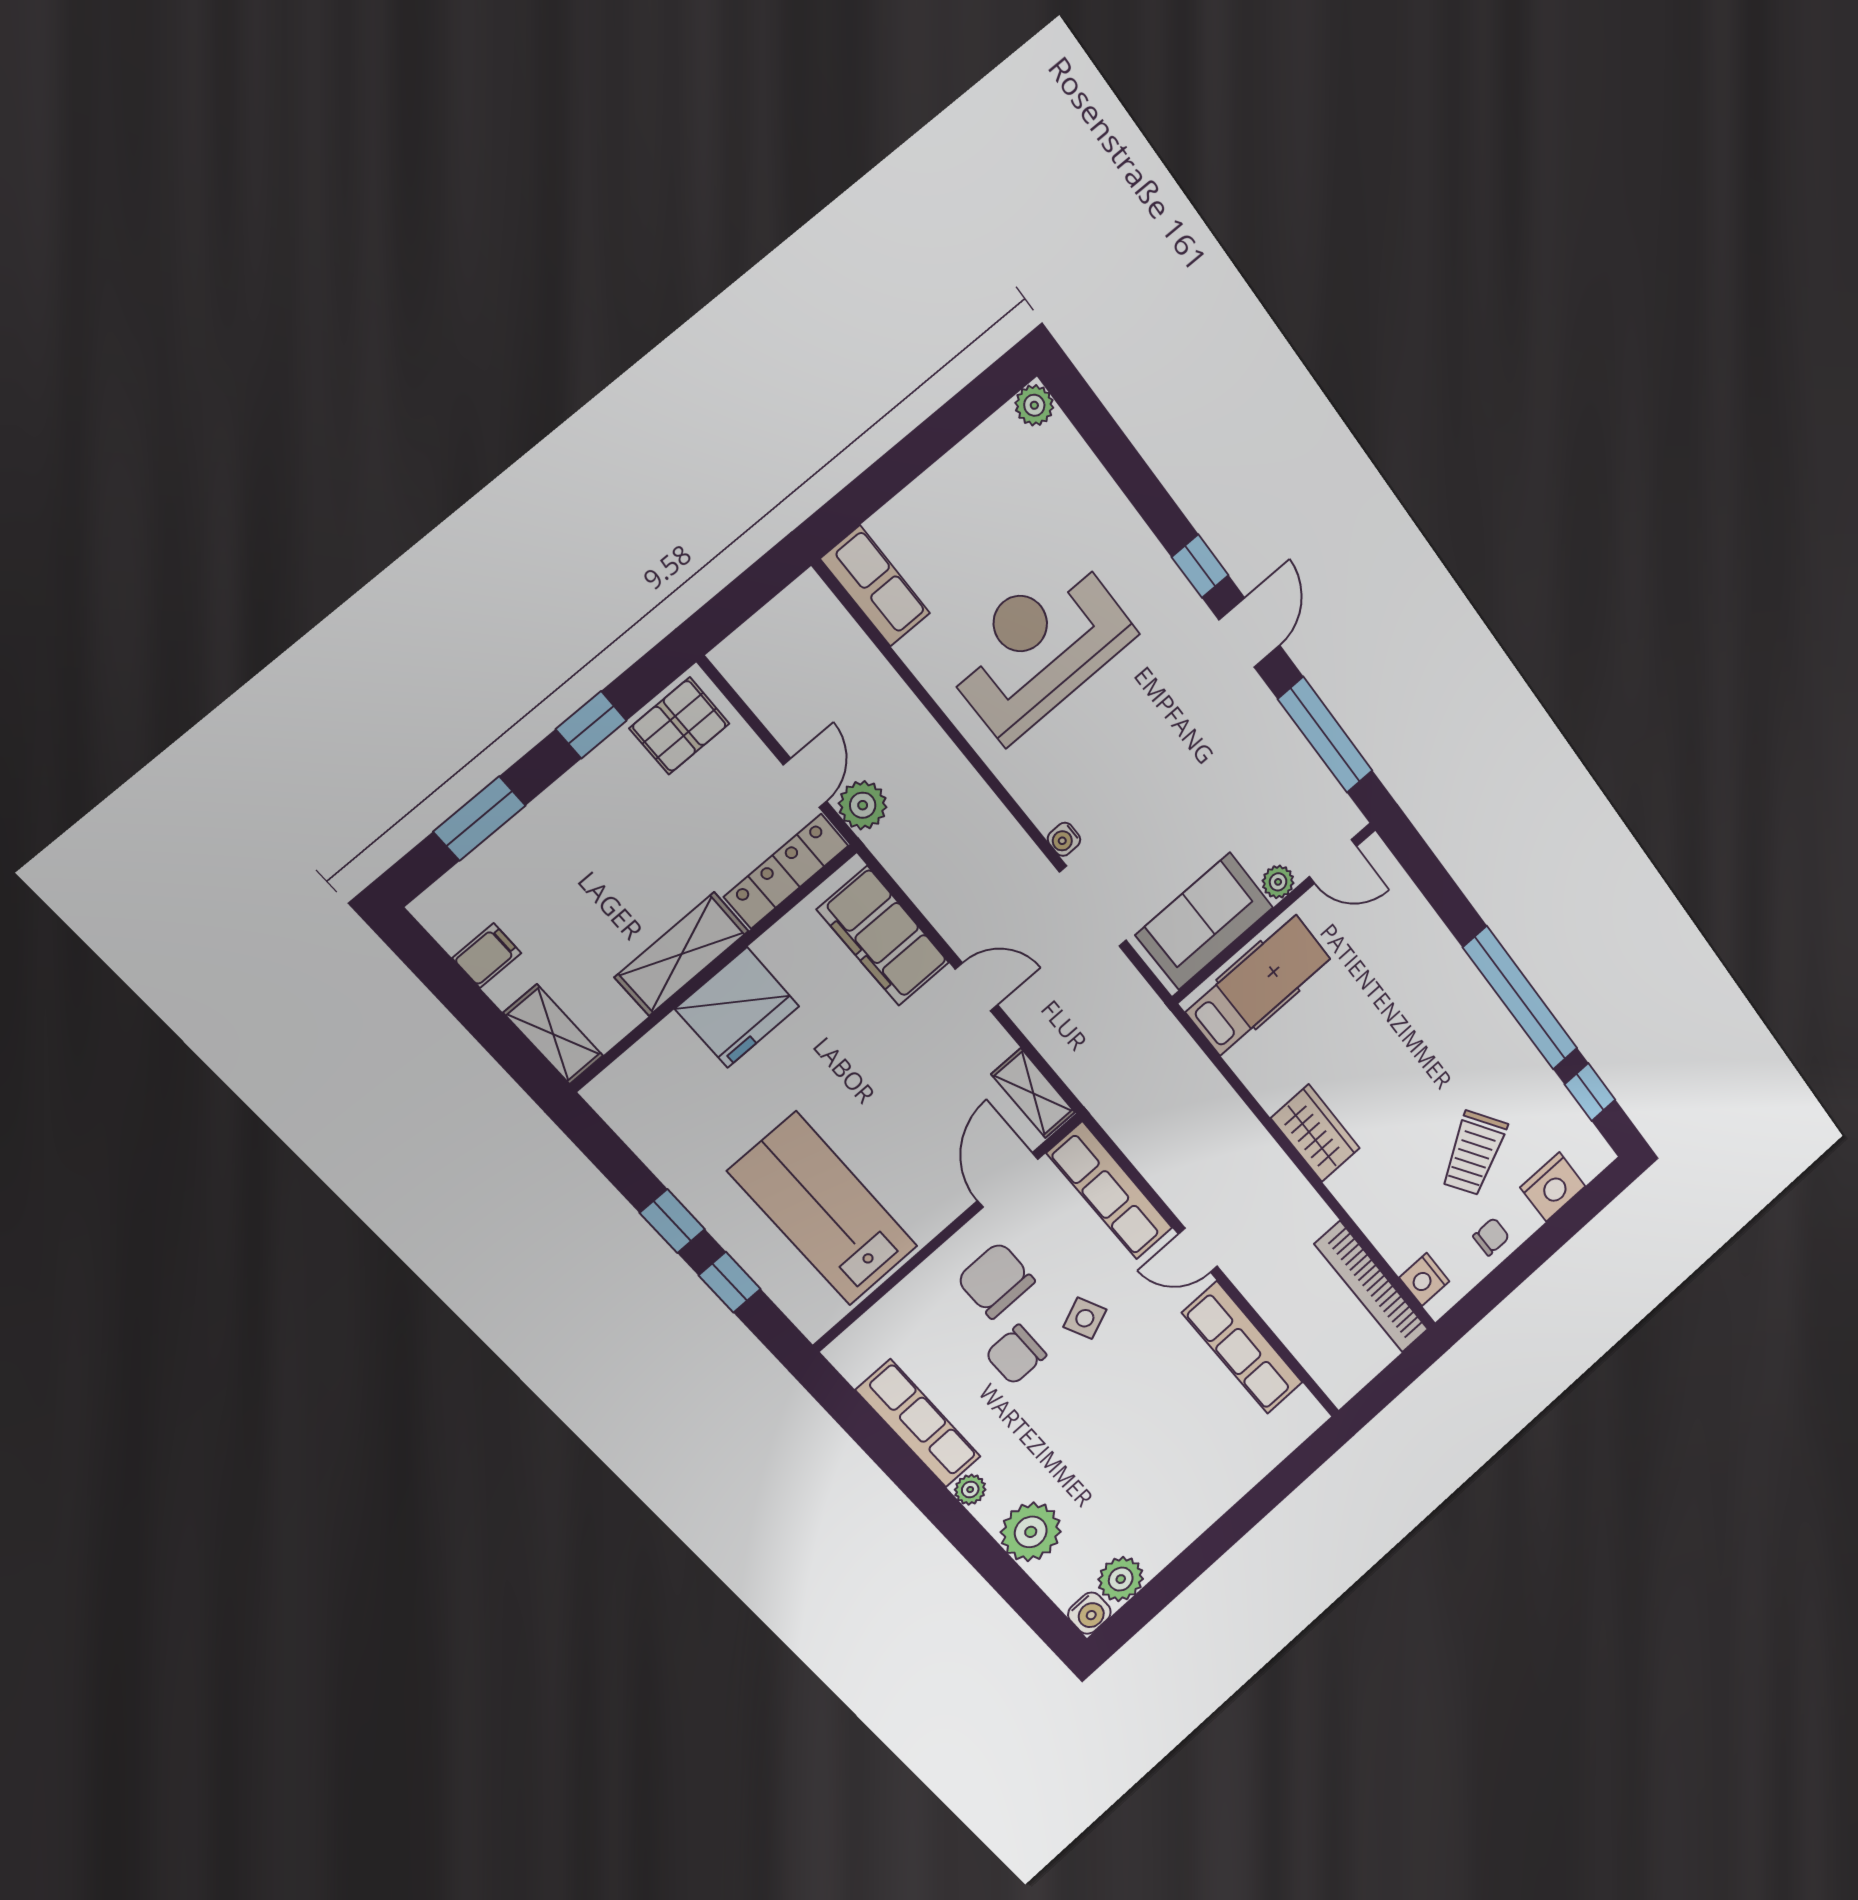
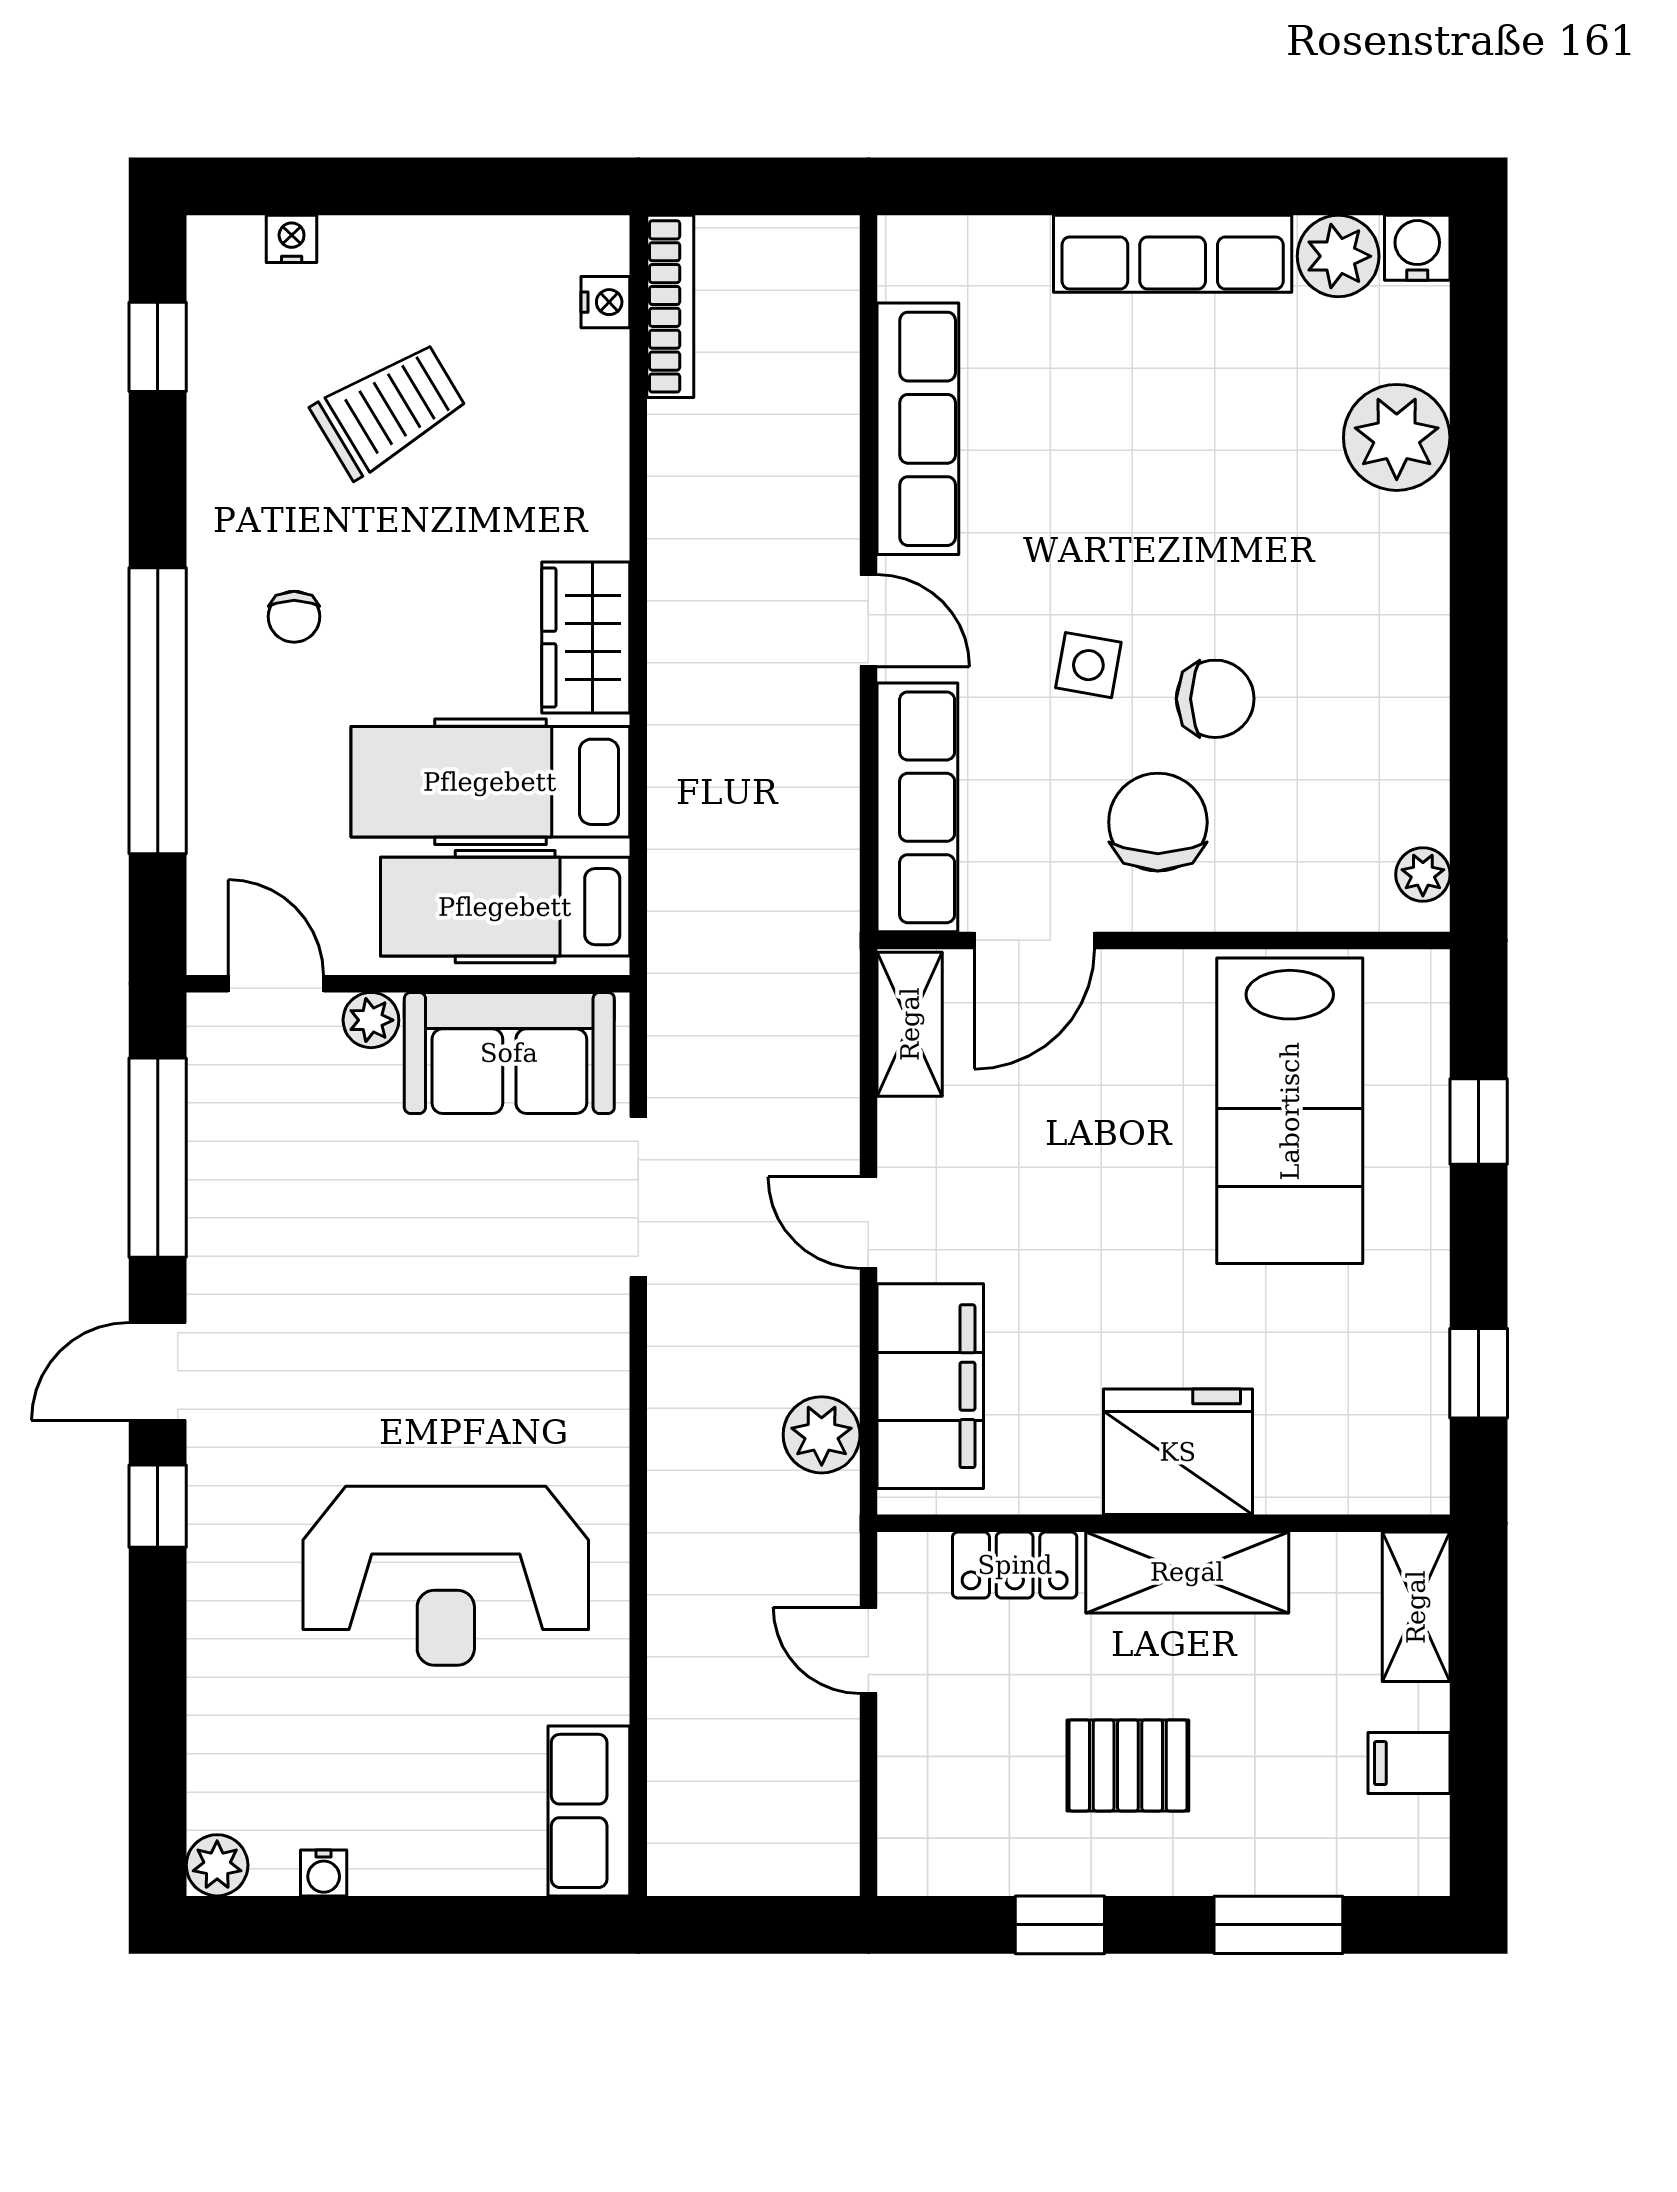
pallet: (679, 726) -> (1128, 1765), moved
door: (805, 783) -> (868, 1650), hinge flipped
plant: (863, 805) -> (822, 1435), moved
water cooler: (1064, 839) -> (324, 1873), moved, turned 90
locker: (786, 871) -> (1015, 1565), width x0.66
window: (1520, 998) -> (158, 711), moved
hospital bed: (1308, 1034) -> (490, 782), added
nightstand: (1553, 1187) -> (292, 239), width x0.53, depth x0.56
window: (672, 1221) -> (1479, 1373), moved
chair: (1491, 1237) -> (294, 617), moved, turned -90
chair: (996, 1280) -> (1158, 822), turned 180
nightstand: (1424, 1280) -> (605, 302), width x0.72, depth x0.74
bookcase: (1371, 1287) -> (670, 306), width x0.68, depth x0.76
side table: (1085, 1318) -> (1088, 665), turned 34
row of seats: (918, 1423) -> (1173, 254), moved, turned -90
plant: (970, 1490) -> (1423, 874), moved

